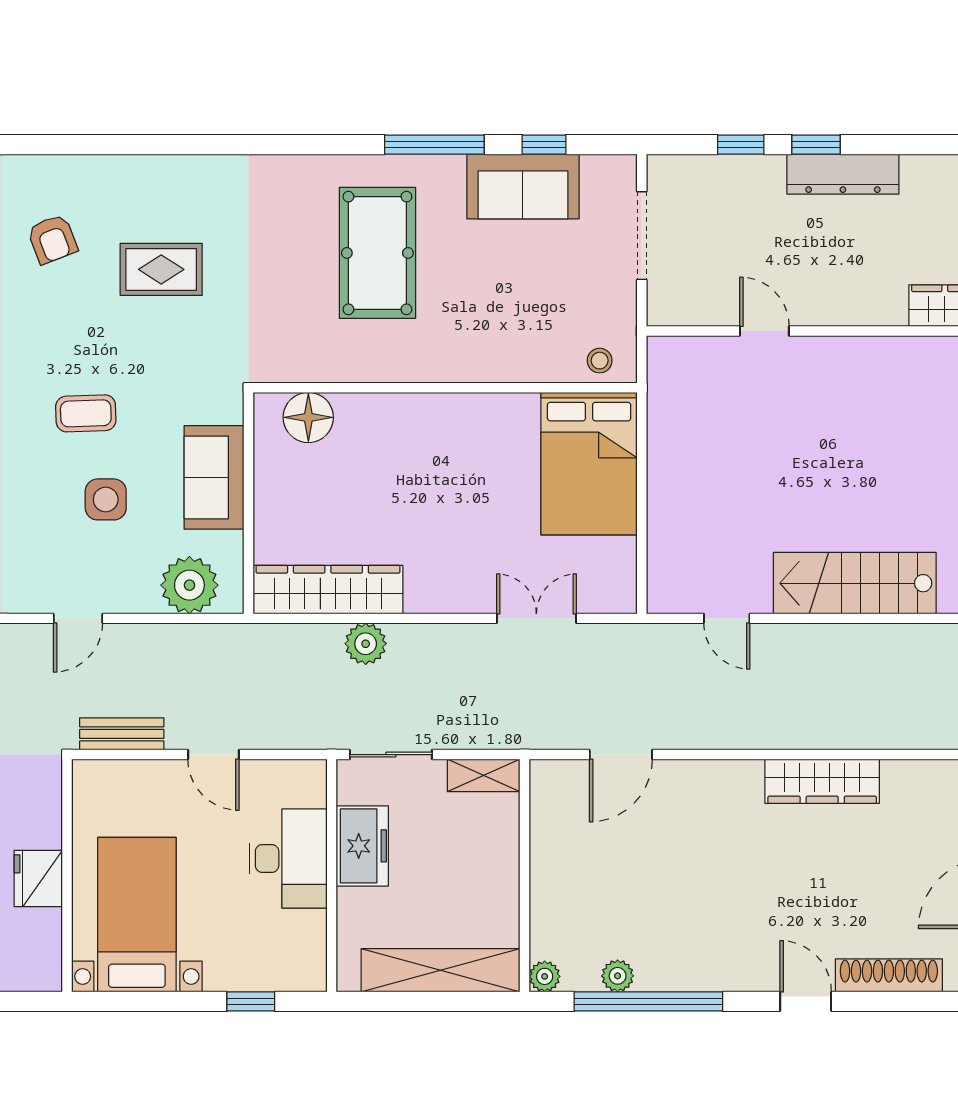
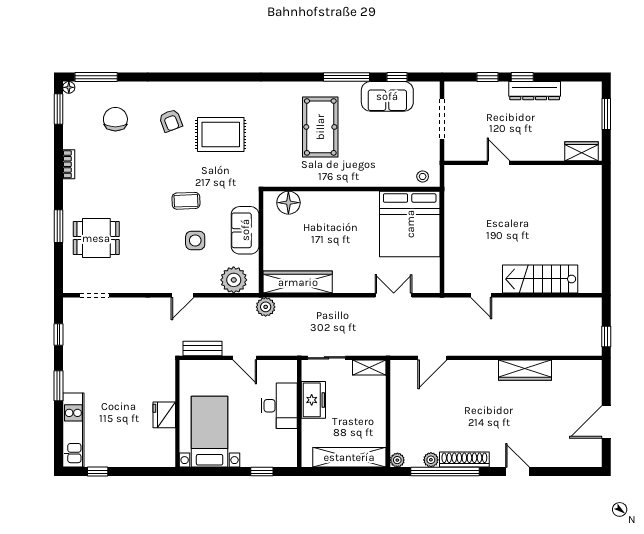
rug: (161, 269) -> (221, 135), width x1.36, depth x1.43
bed: (589, 464) -> (410, 224), width x1.36
plant: (366, 644) -> (266, 307), moved
shoe rack: (889, 975) -> (464, 460), moved

